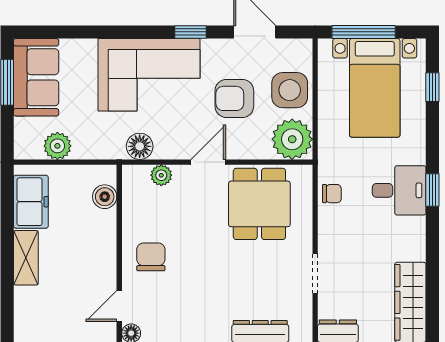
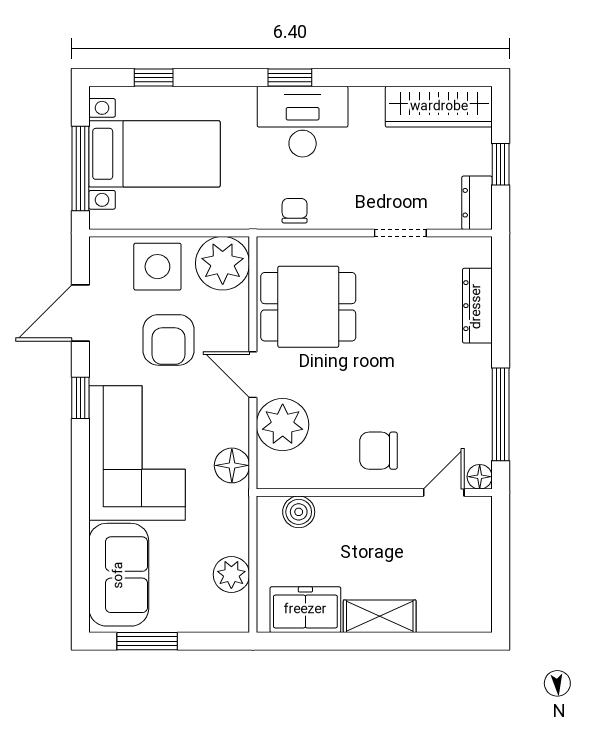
sofa: (36, 77) -> (119, 575), moved, turned 90
plant: (161, 175) -> (283, 425), width x1.88, depth x1.88
desk: (399, 190) -> (303, 122), width x1.37
door: (119, 306) -> (444, 493), swing flipped

